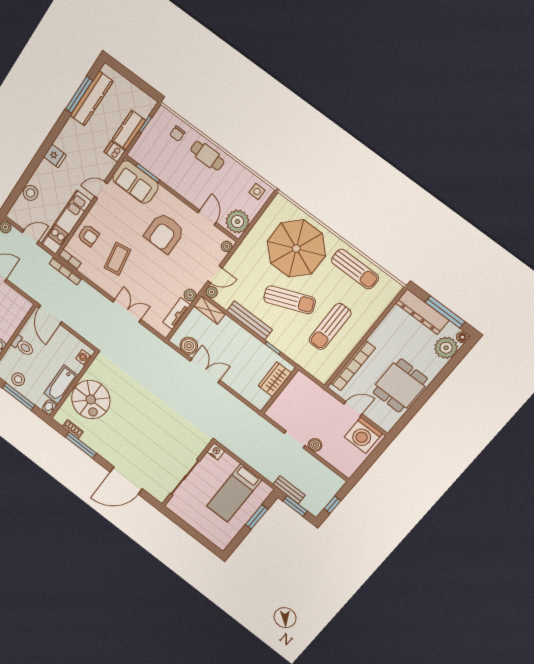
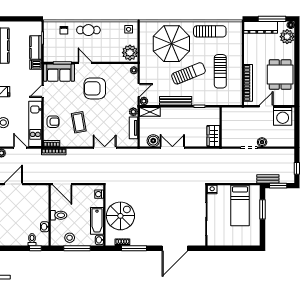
door: (207, 218) -> (85, 63), moved
armchair: (164, 233) -> (95, 88), turned 90
door: (30, 237) -> (20, 148), hinge flipped
wardrobe: (275, 379) -> (213, 136), moved
spiral stairs: (91, 400) -> (120, 216), turned -90

